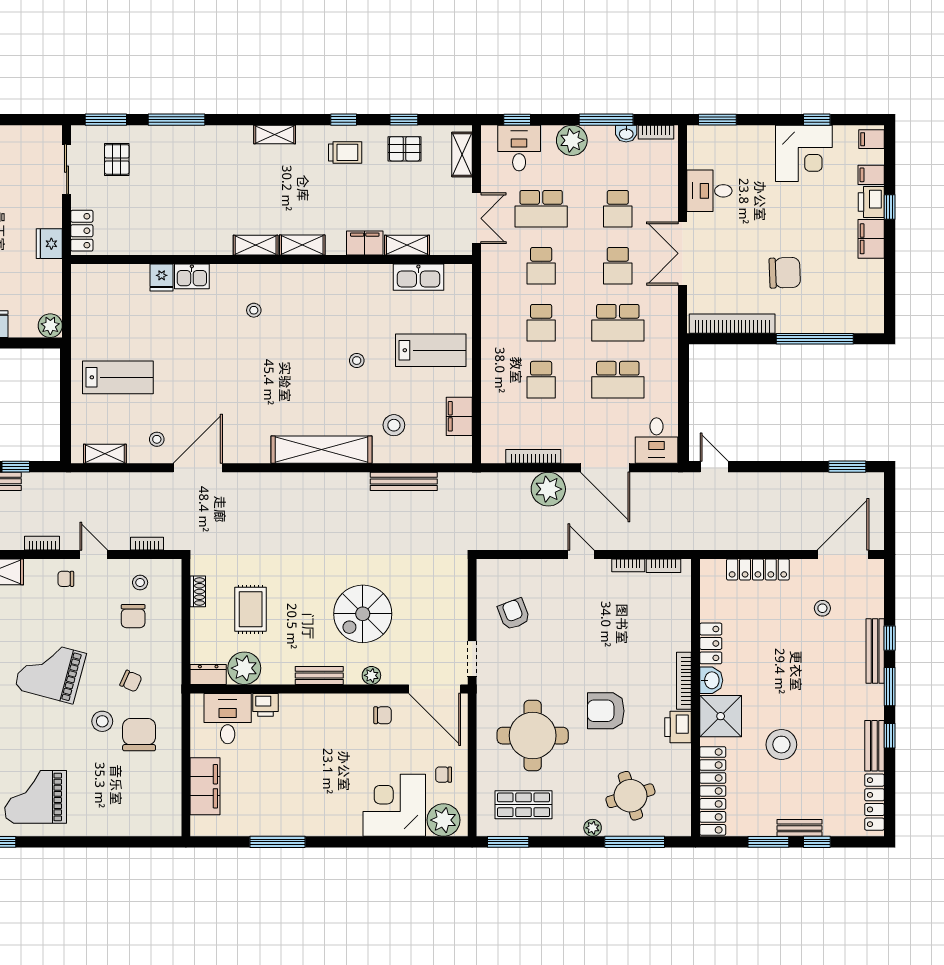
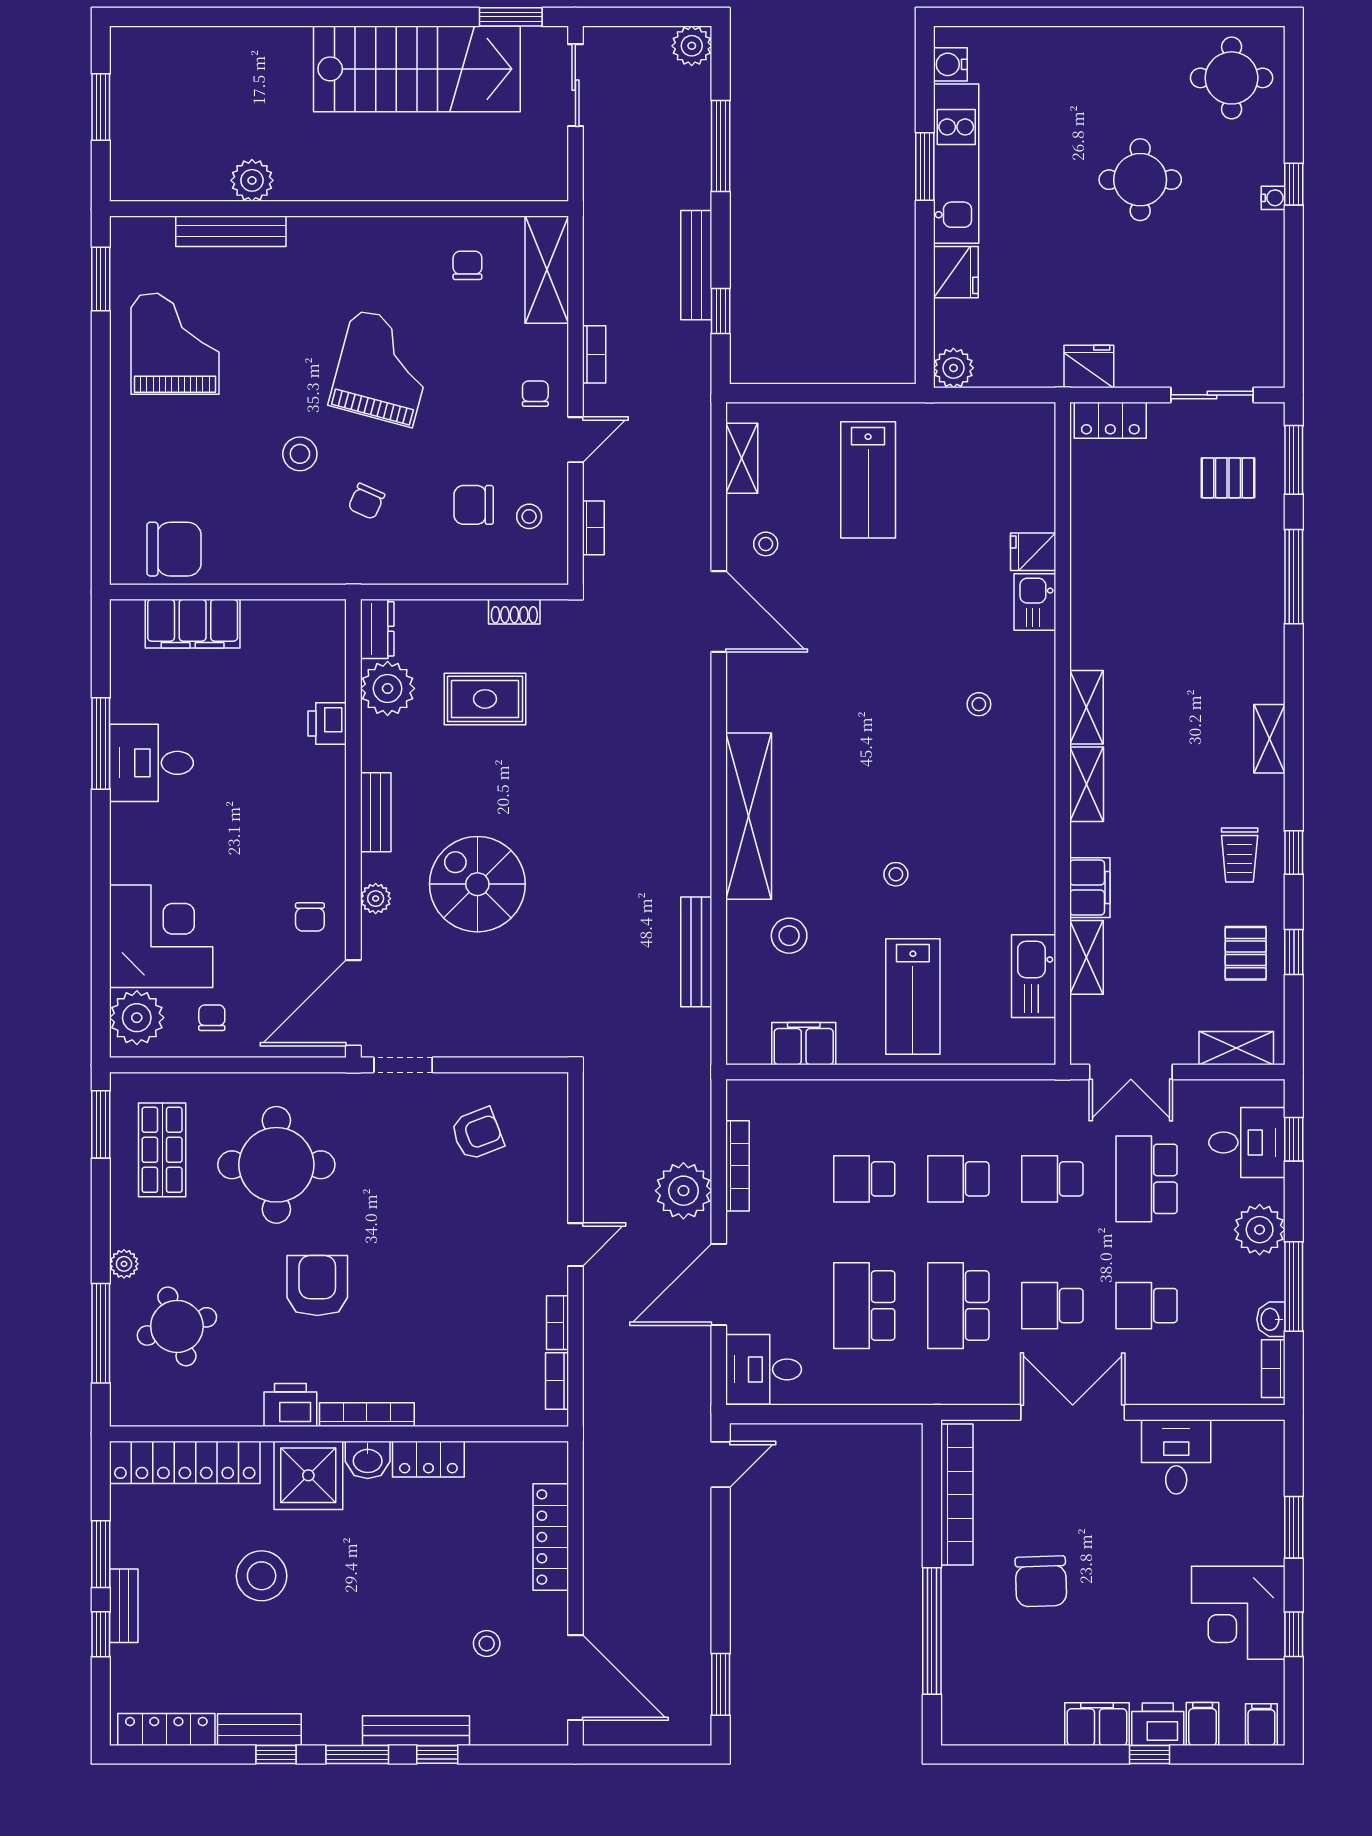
window: (717, 120) -> (1294, 1527), moved
desk: (228, 719) -> (151, 763), moved, turned 180
chair: (139, 735) -> (174, 549), moved

